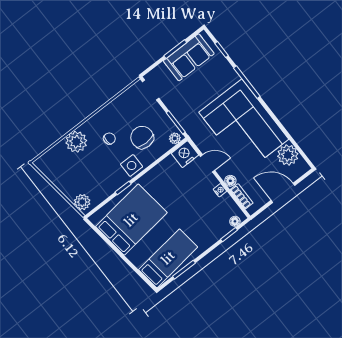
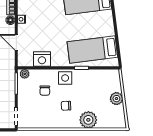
chair: (142, 137) -> (45, 91), width x0.54, depth x0.54
nightstand: (185, 154) -> (42, 59), moved
plant: (82, 202) -> (116, 99), moved
bed: (131, 220) -> (92, 49), width x0.67

